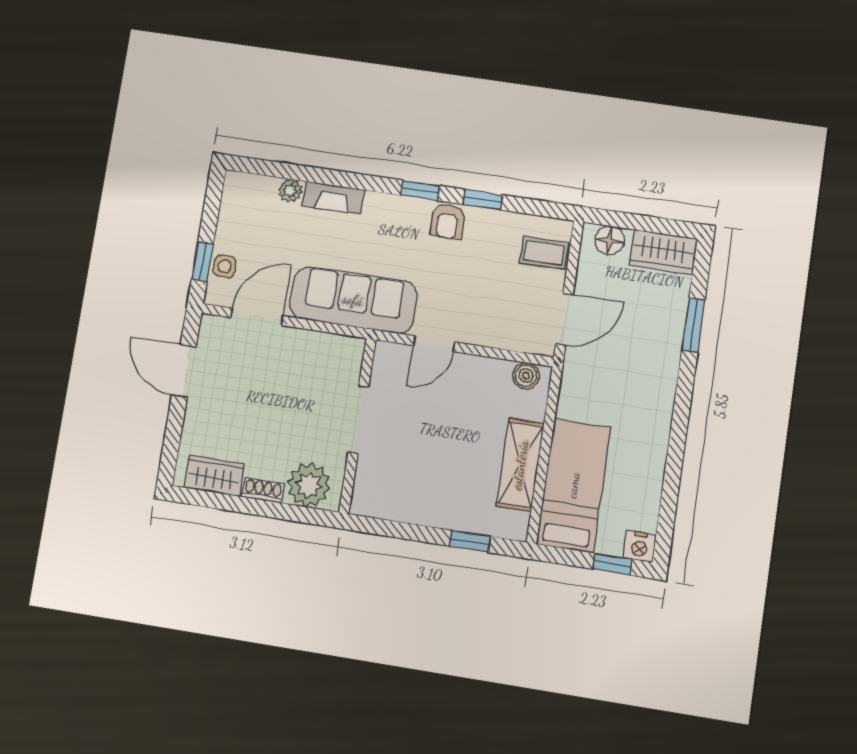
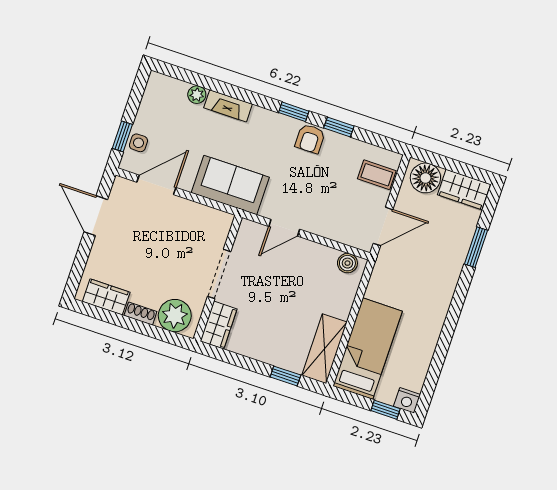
floor lamp: (610, 240) -> (425, 178), width x1.38, depth x1.38
sofa: (353, 300) -> (230, 185), width x0.73
shelving: (520, 465) -> (324, 349), moved
wardrobe: (369, 488) -> (219, 325), added

